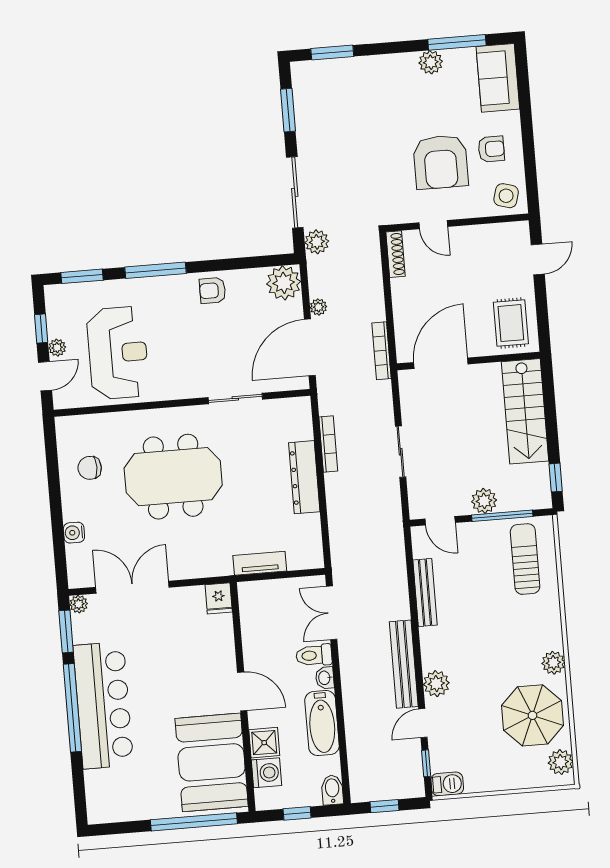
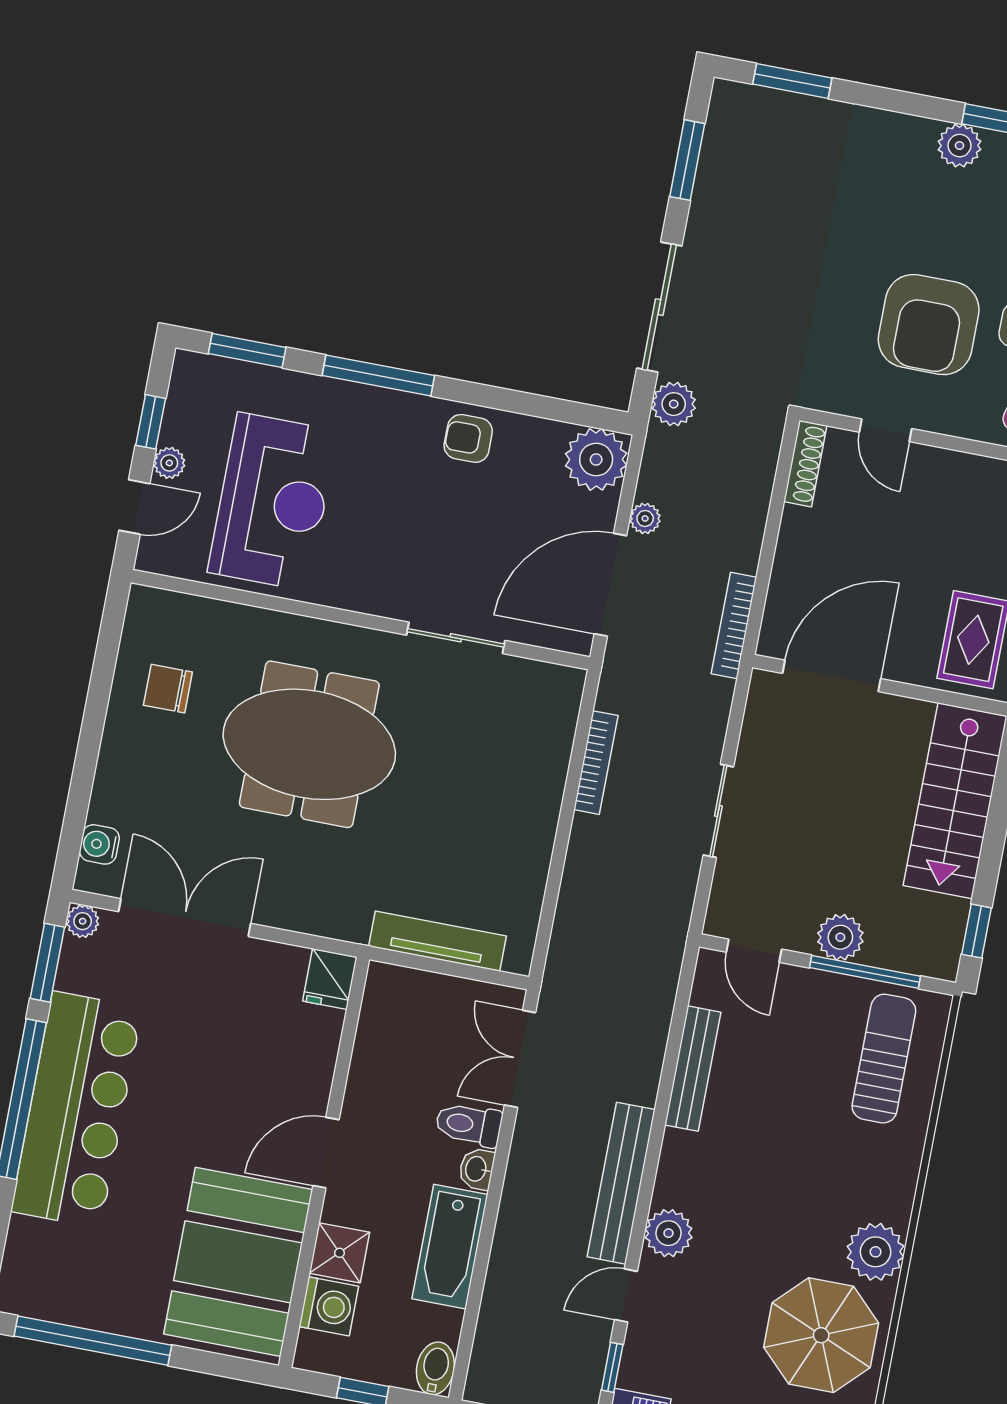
dresser: (304, 477) -> (538, 809), removed
water cooler: (74, 533) -> (99, 844), moved
tv unit: (260, 563) -> (438, 941), width x1.41
plant: (553, 663) -> (875, 1252), width x1.36, depth x1.36
door: (242, 691) -> (326, 1153), swing flipped
window: (194, 822) -> (93, 1341), moved

